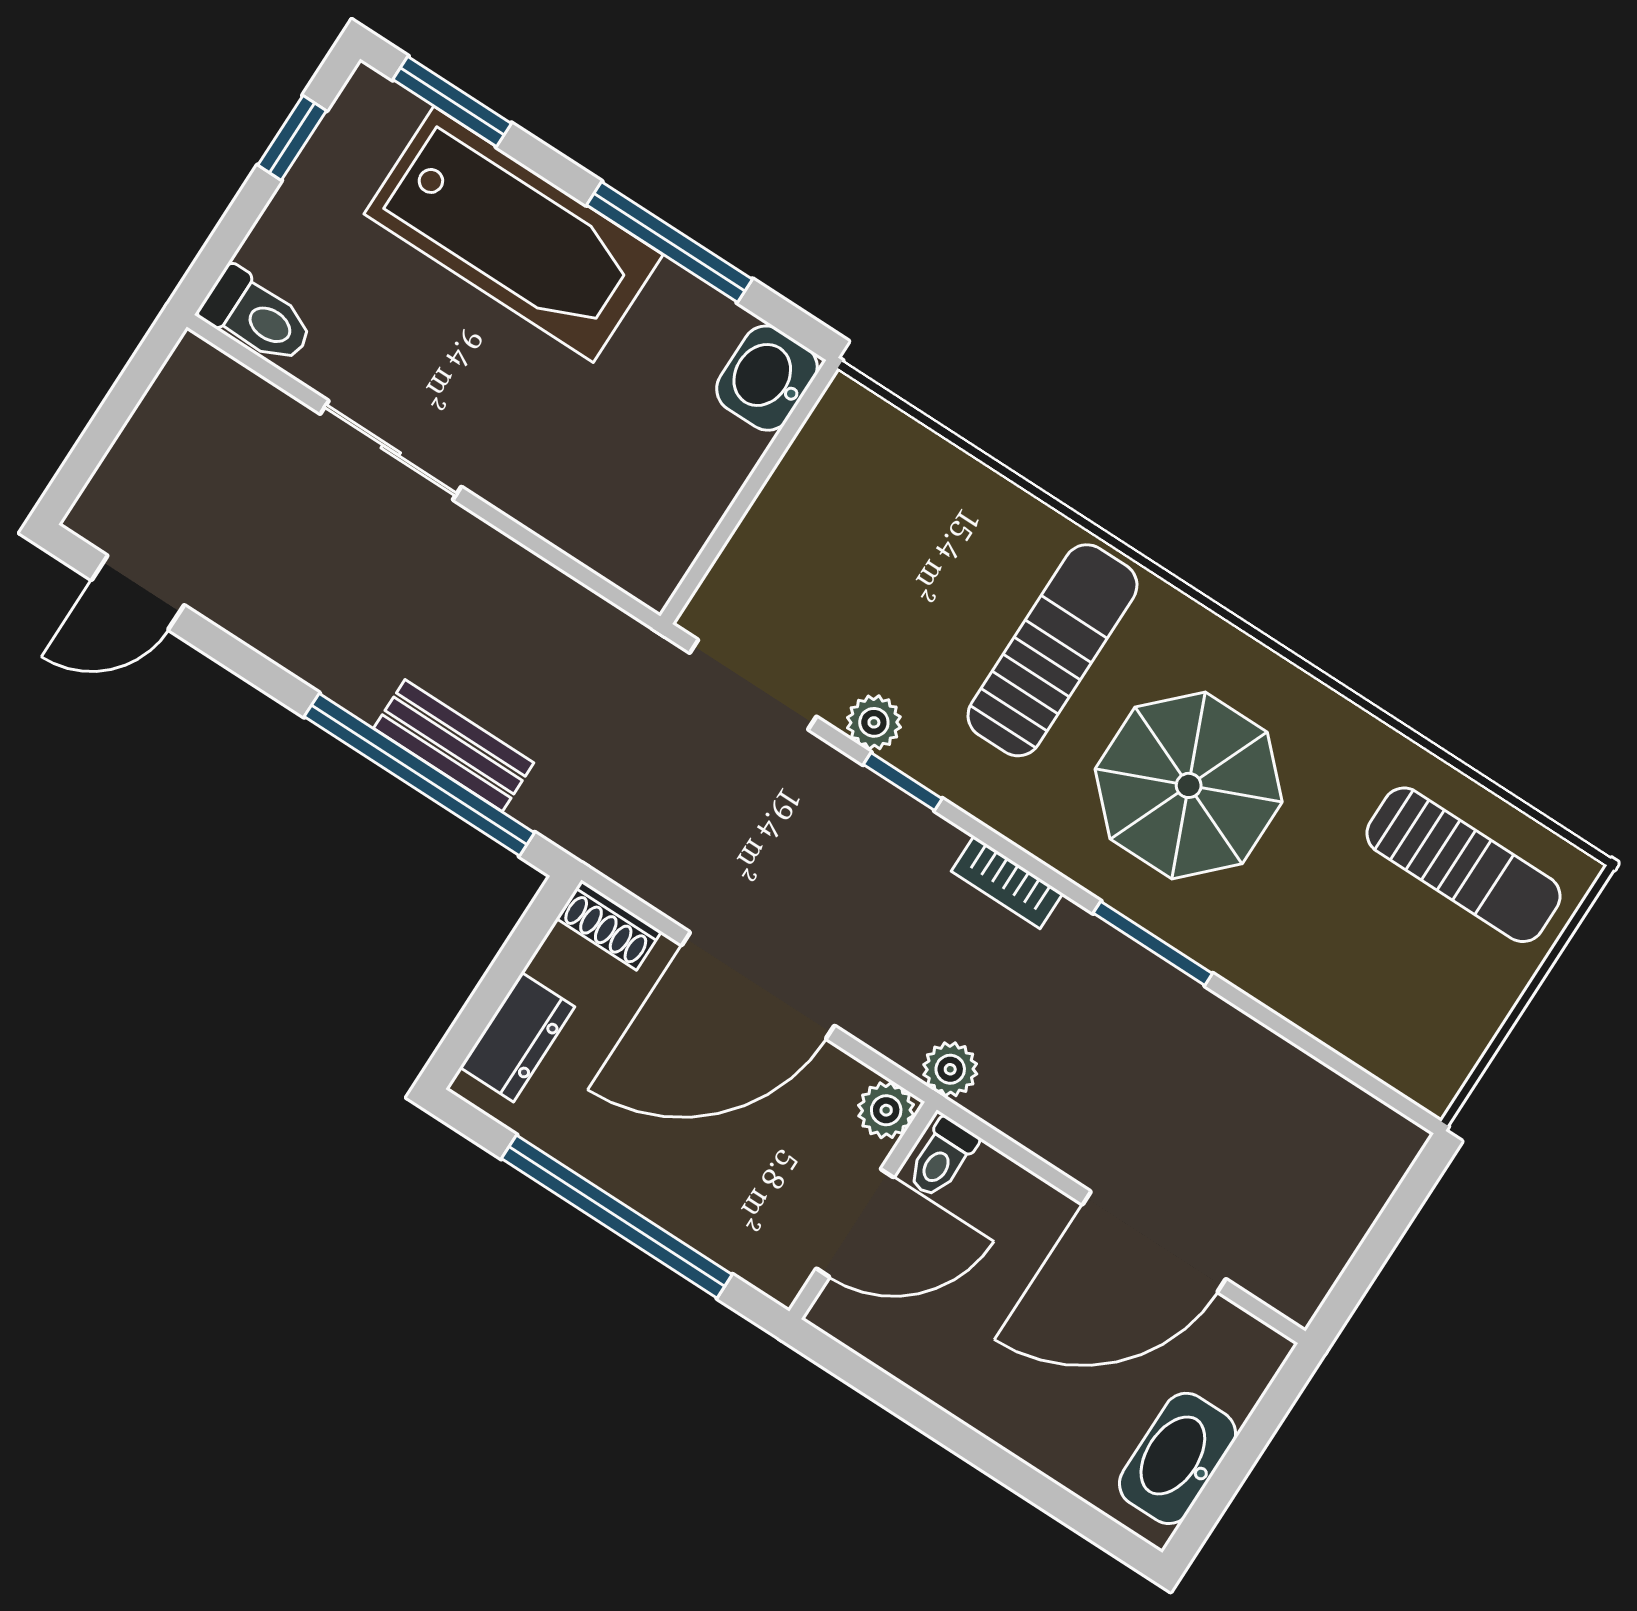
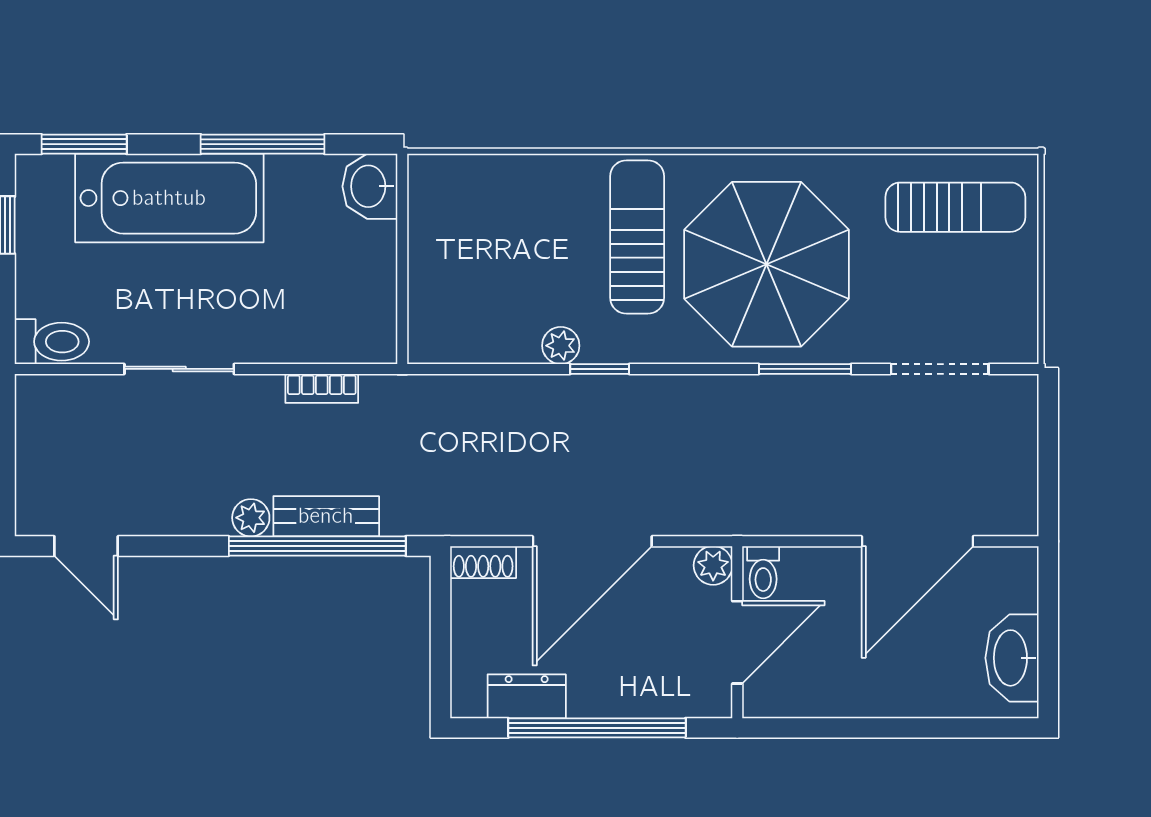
door: (138, 593) -> (86, 546), hinge flipped
doorway: (753, 685) -> (940, 369), moved
parasol: (1189, 785) -> (767, 264), width x1.36, depth x1.36
bookcase: (1007, 882) -> (322, 388), moved
dresser: (517, 1037) -> (527, 696), moved, turned -90
plant: (950, 1069) -> (251, 518), moved

